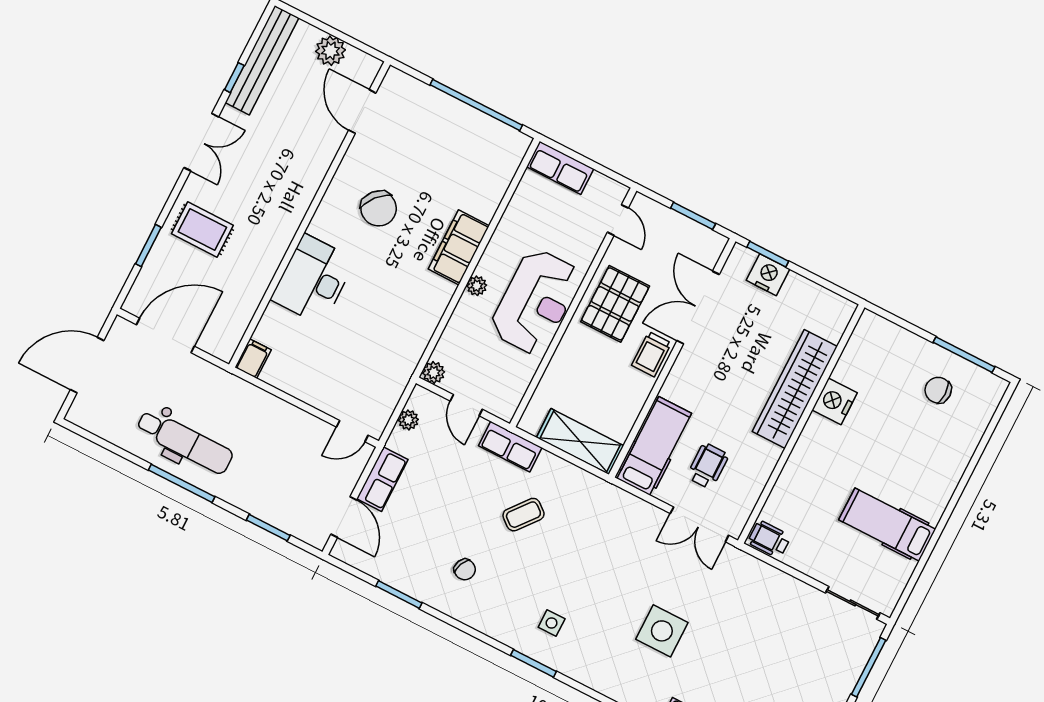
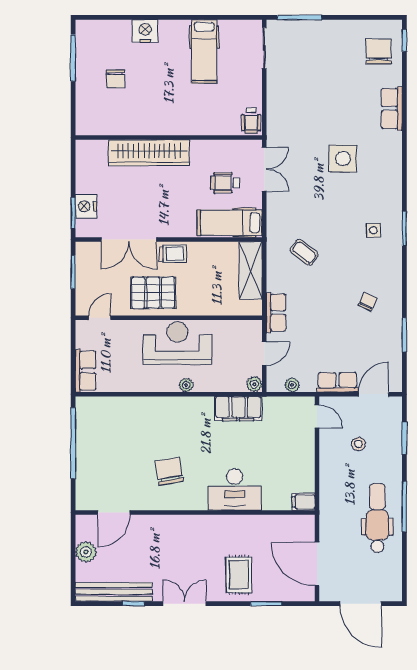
chair: (379, 208) -> (169, 471), turned -51
filing cabinet: (459, 247) -> (238, 409), moved
chair: (938, 390) -> (115, 79), moved
nightstand: (835, 401) -> (145, 31), moved, turned 180
stool: (291, 466) -> (359, 444), added
coffee table: (523, 515) -> (304, 252), moved

